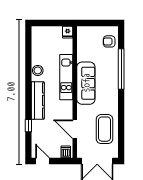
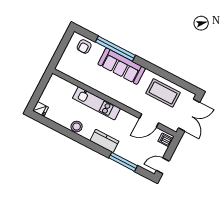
fridge: (68, 32) -> (41, 109), moved
sofa: (86, 83) -> (122, 66), moved, turned 180
kitchen counter: (38, 100) -> (104, 141), width x0.67
window: (28, 126) -> (123, 162), width x2.17

